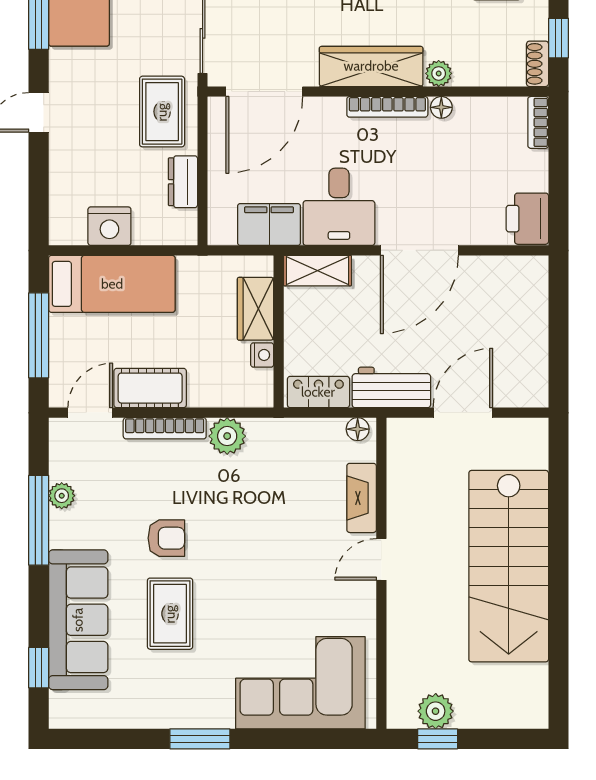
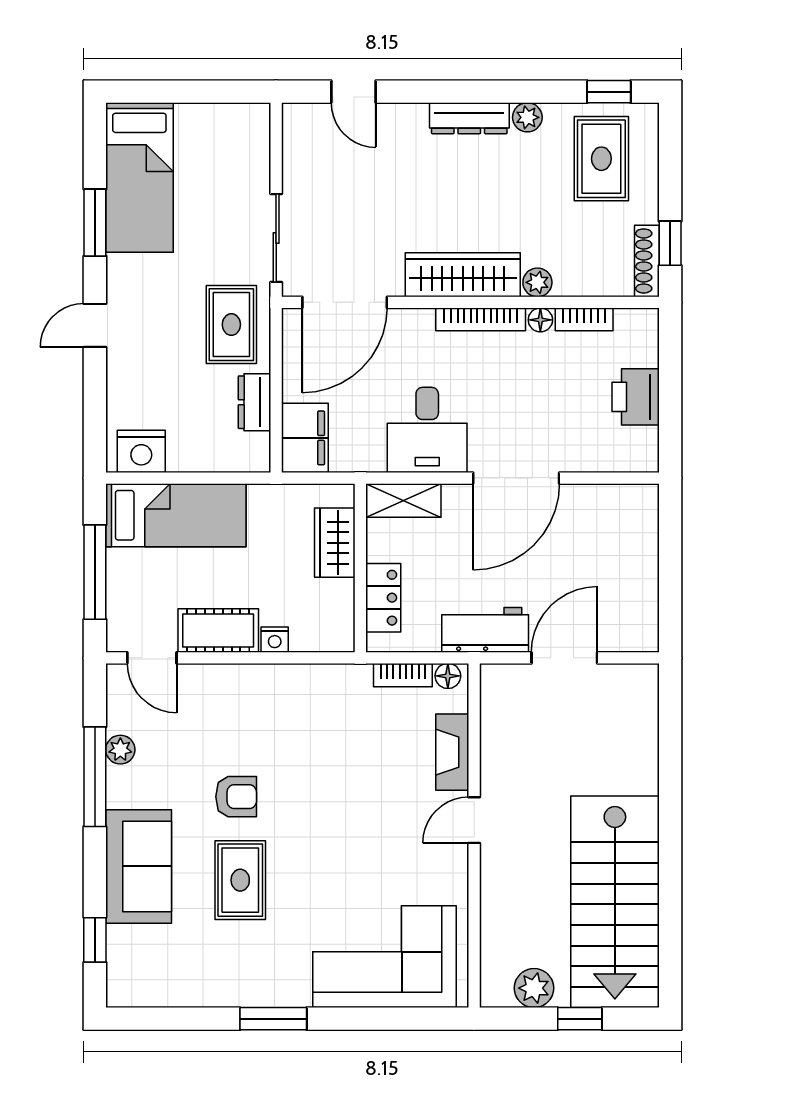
shoe rack: (538, 64) -> (647, 261), width x1.43
bookcase: (538, 122) -> (584, 319), moved, turned -90
printer: (527, 219) -> (636, 397), moved
filing cabinet: (269, 224) -> (305, 438), moved, turned 90
nightstand: (109, 226) -> (141, 451), moved
nightstand: (262, 355) -> (275, 640), moved, turned 90
locker: (318, 392) -> (383, 598), moved, turned 90
door: (90, 413) -> (152, 658), swing flipped
bookcase: (165, 428) -> (403, 675), moved, width x0.64
plant: (227, 436) -> (303, 684), removed
stairs: (509, 566) -> (615, 902), moved
sofa: (78, 620) -> (139, 866), width x0.73
window: (438, 739) -> (580, 1019), moved

